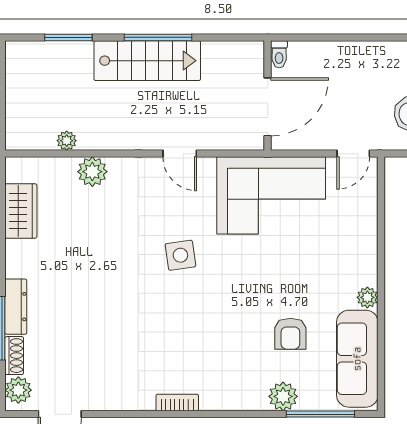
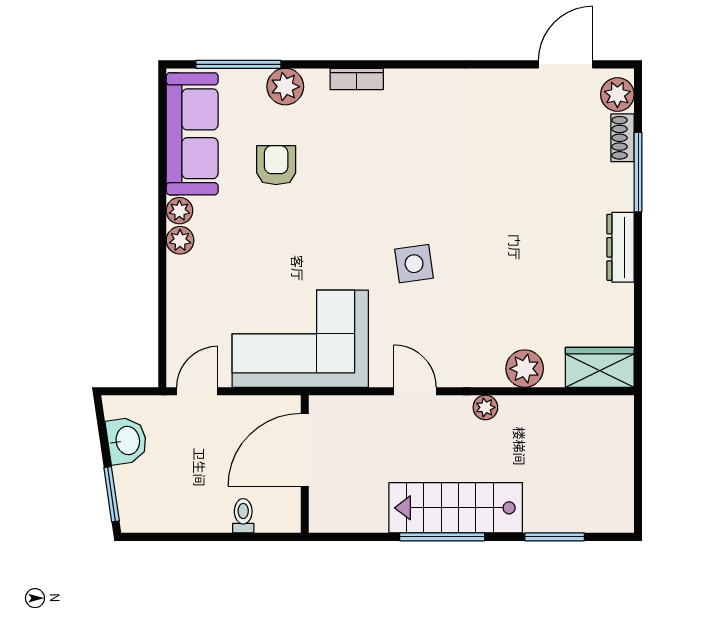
toilet: (279, 54) -> (243, 516), moved
plant: (67, 141) -> (485, 407), moved
wardrobe: (21, 211) -> (600, 367), moved, turned 90
plant: (367, 274) -> (180, 240), added
dresser: (16, 307) -> (621, 247), moved
bookcase: (177, 402) -> (357, 79), moved

